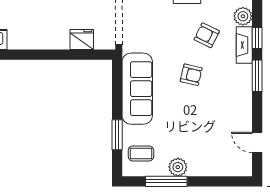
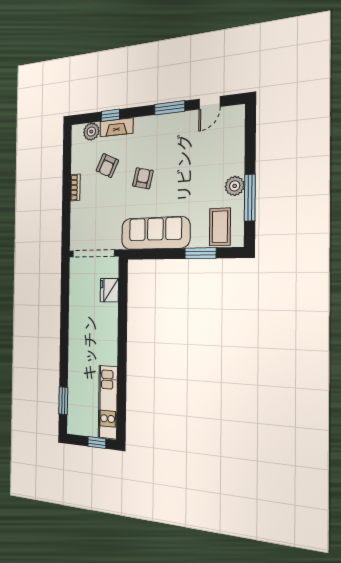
window: (257, 76) -> (170, 108), moved
coffee table: (141, 153) -> (220, 227), width x1.36, depth x1.30

